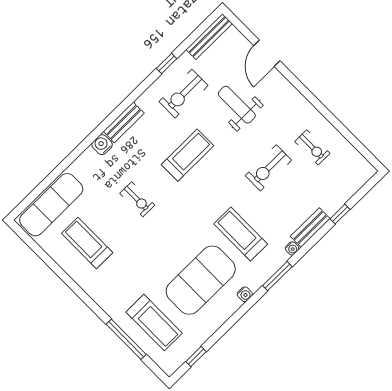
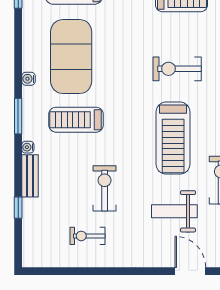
weight bench: (237, 105) -> (174, 211), turned 180
treadmill: (187, 155) -> (173, 138), width x1.37, depth x1.38
exercise bike: (137, 199) -> (177, 69), width x1.38, depth x1.39
treadmill: (241, 234) -> (76, 120), turned 180

